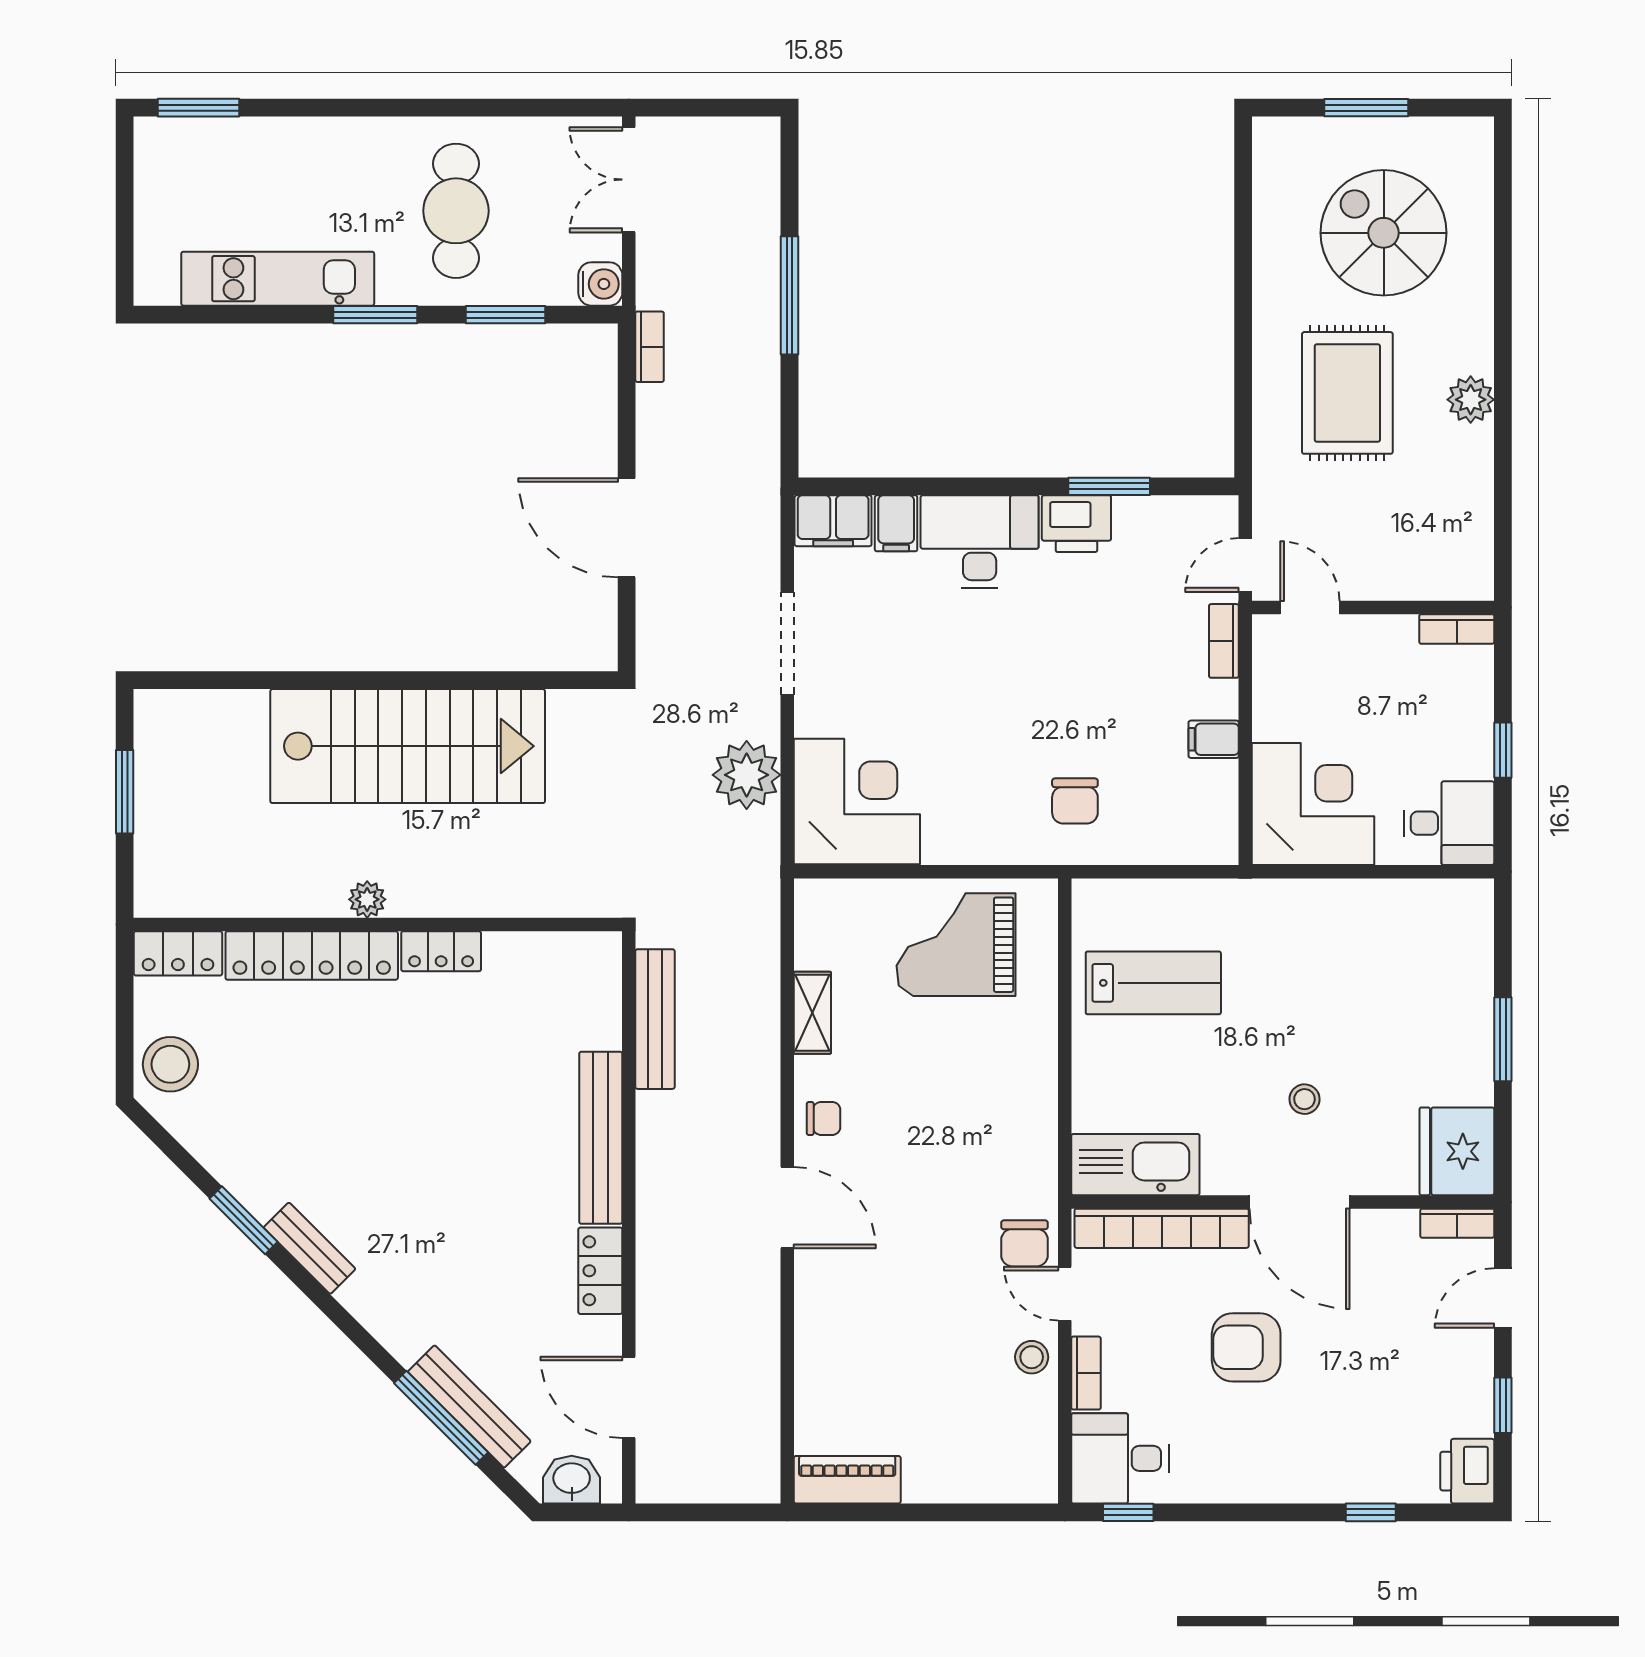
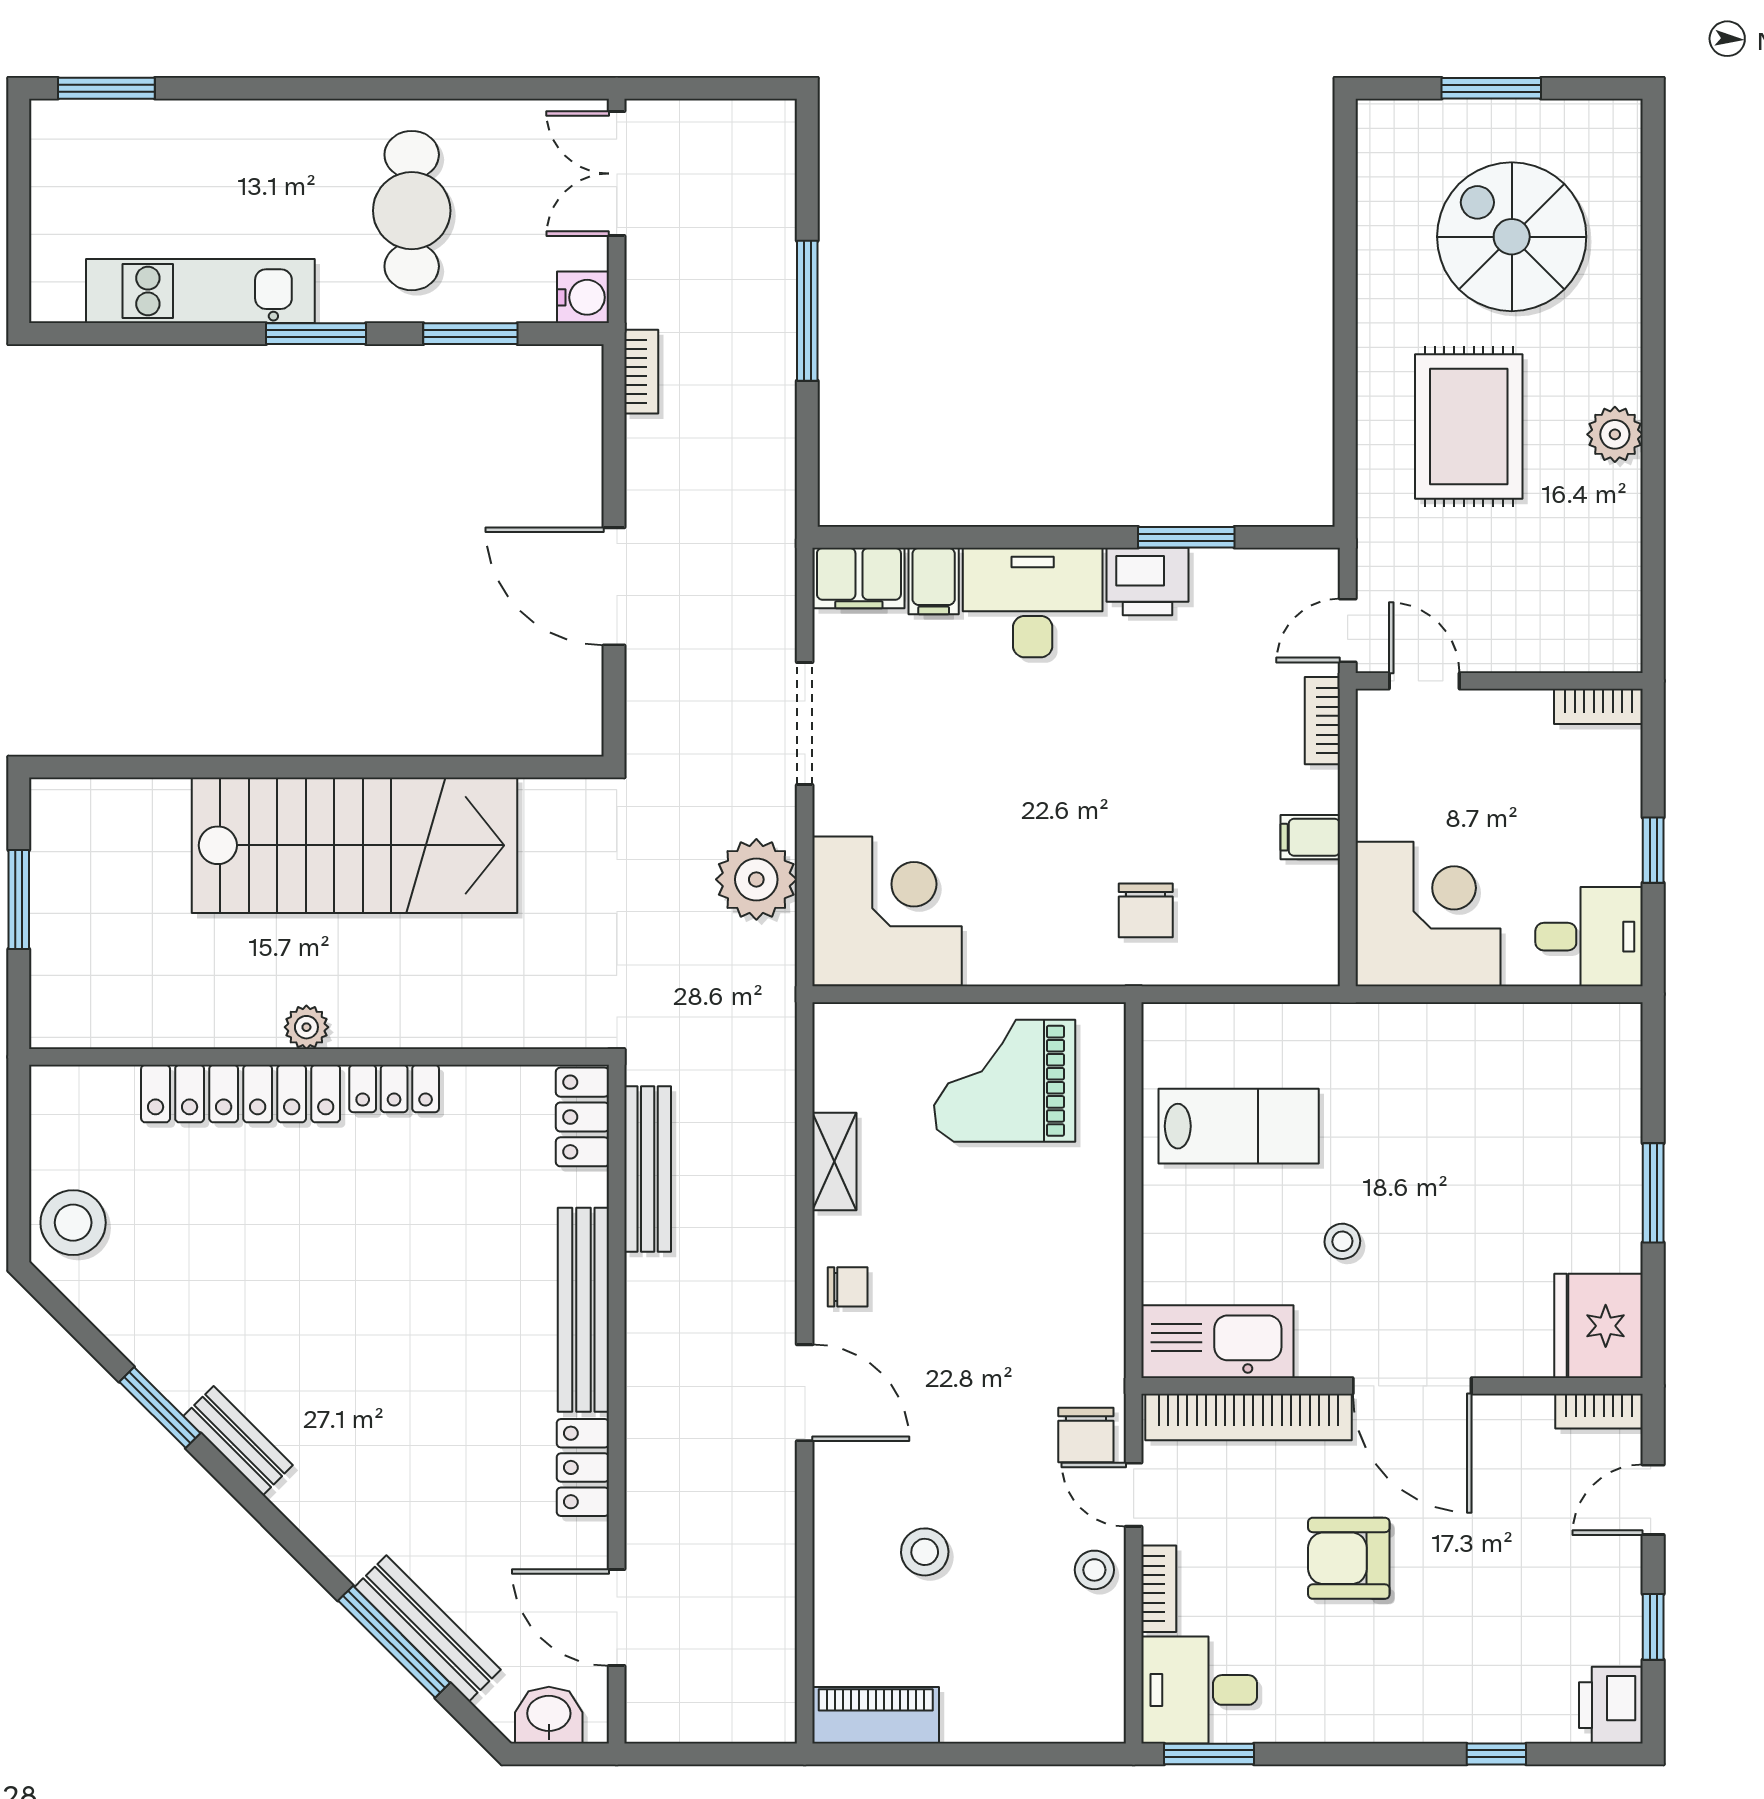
locker: (178, 953) -> (582, 1117), moved, turned 90
stool: (1304, 1099) -> (1342, 1241), moved
stool: (889, 1342) -> (925, 1552), added
window: (1128, 1512) -> (1209, 1754), width x1.50

